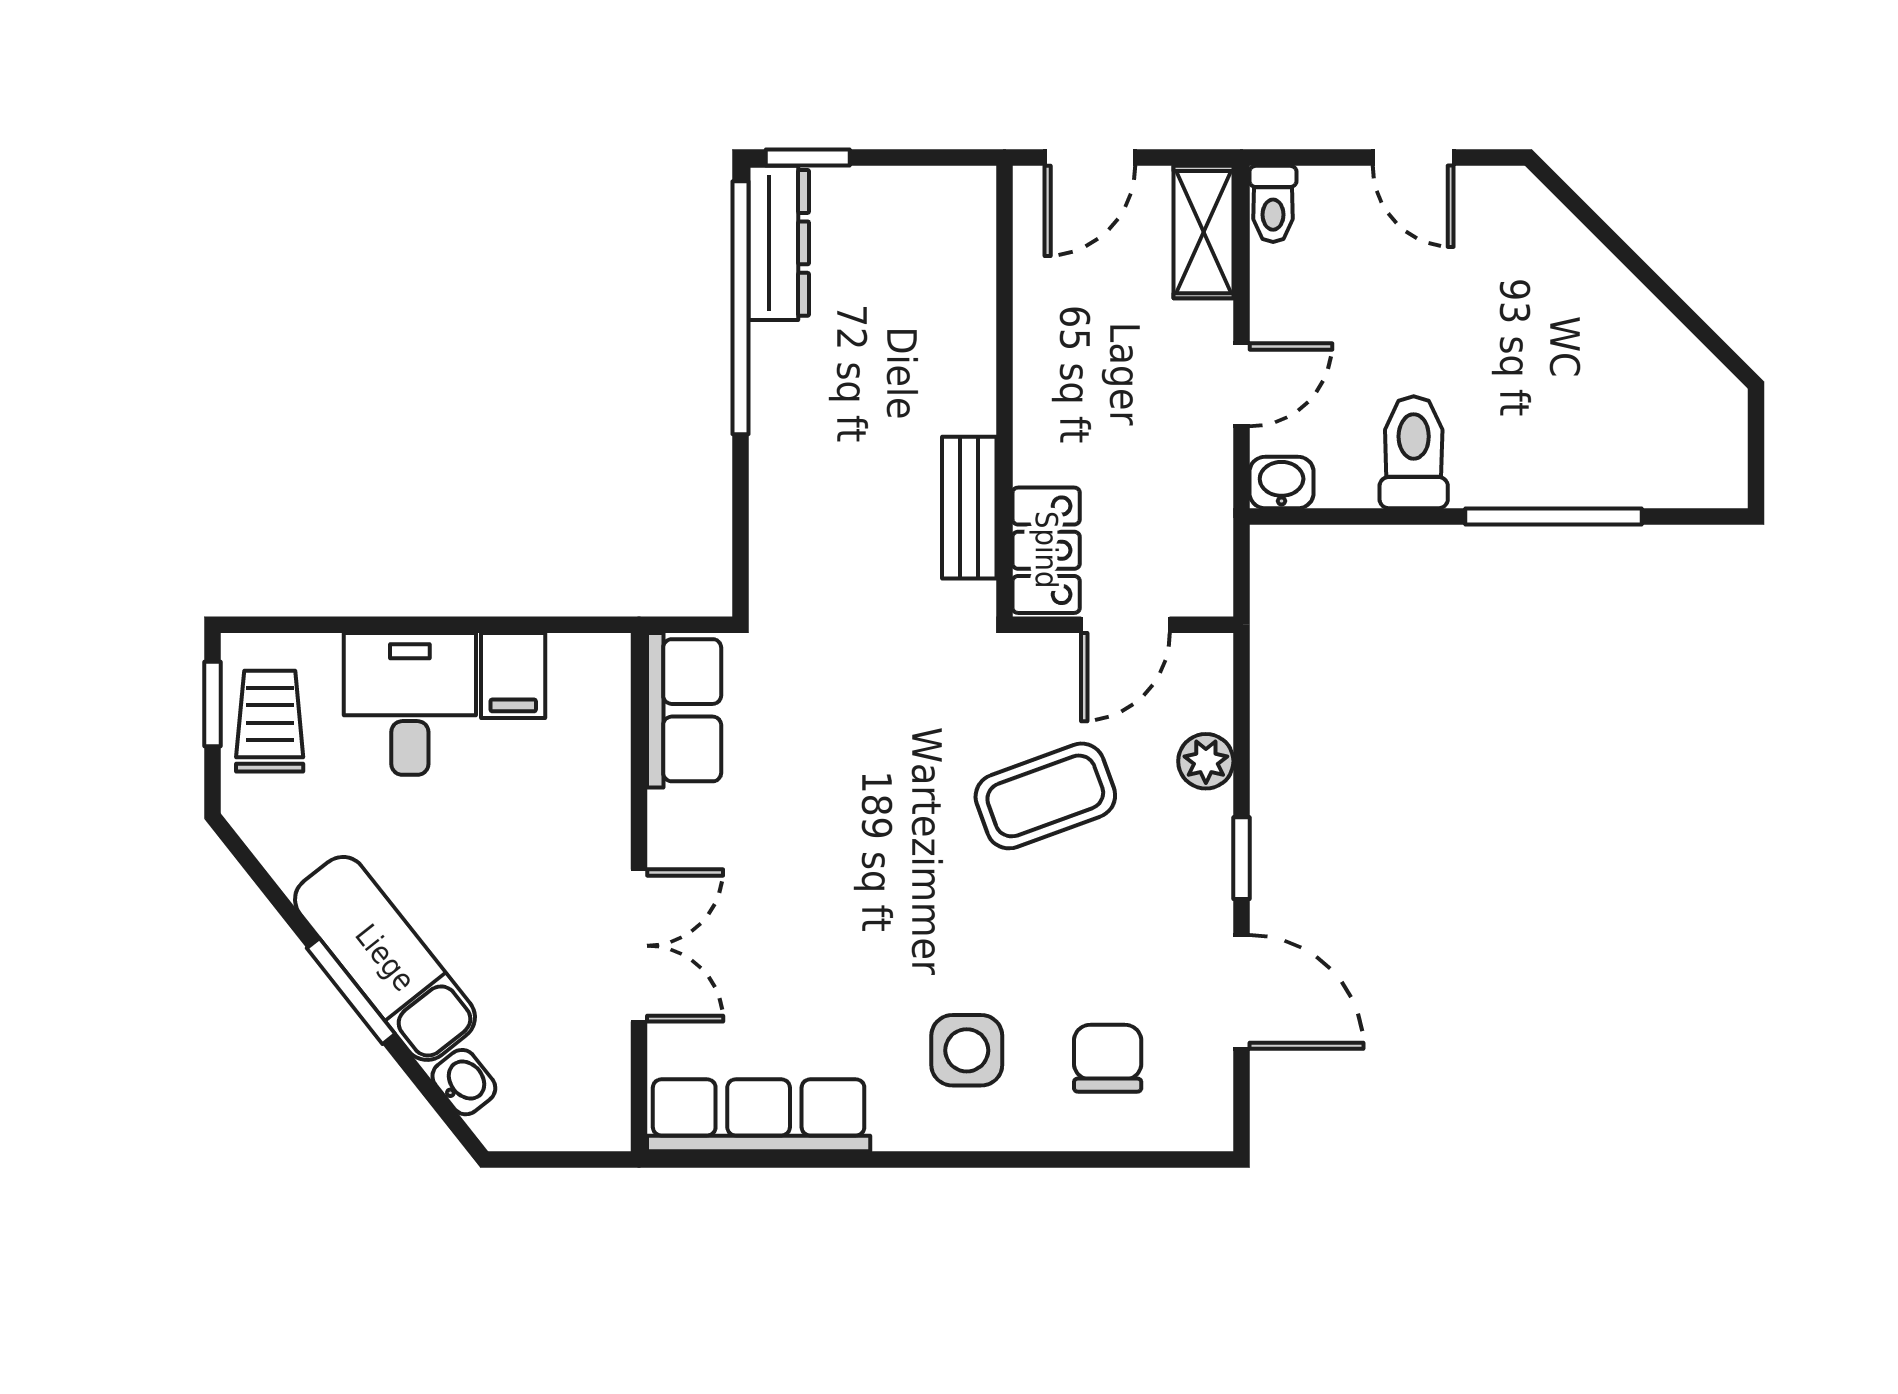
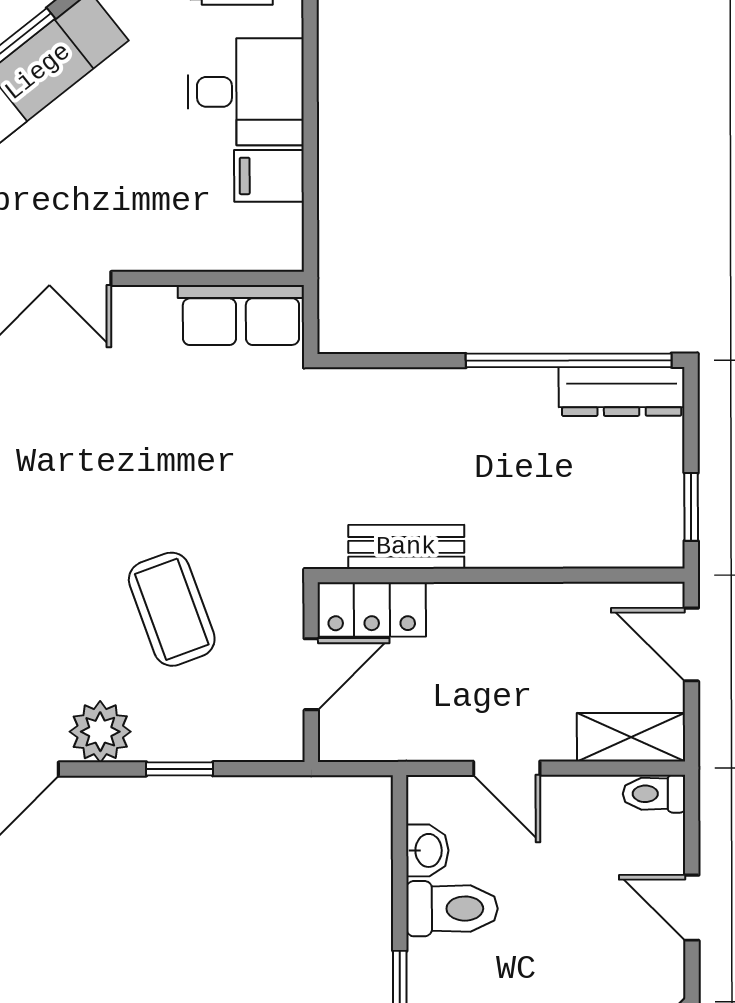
window: (808, 158) -> (691, 507), moved
door: (1413, 158) -> (692, 908), hinge flipped
washbasin: (1282, 482) -> (427, 850), moved
door: (1125, 625) -> (311, 674), swing flipped
plant: (1206, 761) -> (100, 732), moved, width x1.38, depth x1.38
window: (1241, 858) -> (180, 769), moved

